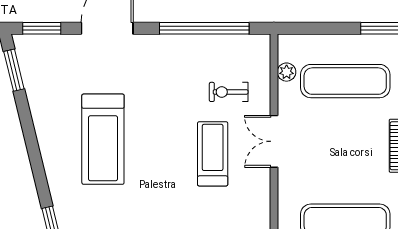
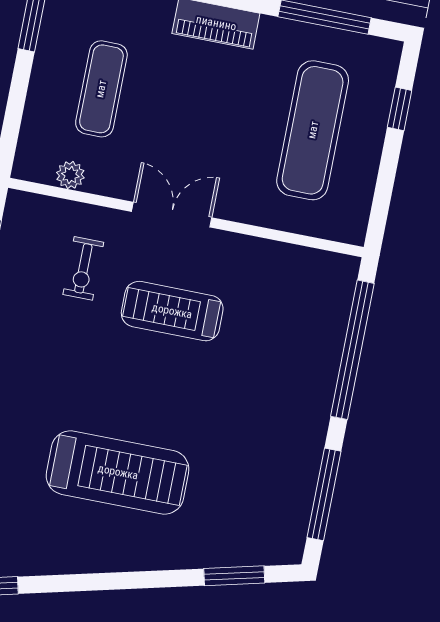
exercise mat: (345, 81) -> (101, 89), width x0.73, depth x0.69
double door: (274, 141) -> (172, 215), swing flipped

